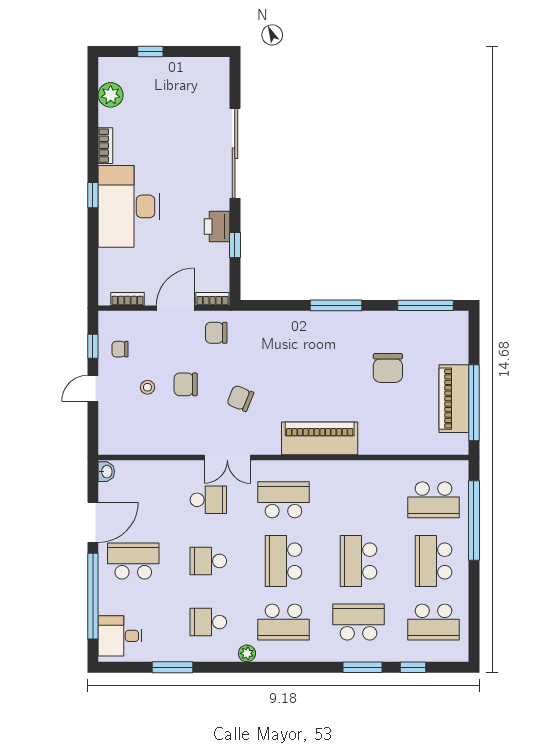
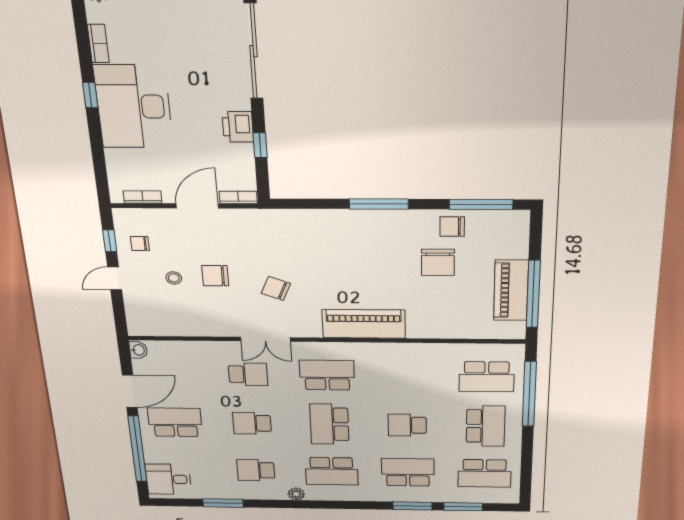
chair: (216, 333) -> (452, 227), moved
school desk: (358, 561) -> (407, 425), width x0.54
school desk: (434, 561) -> (486, 426), turned 180
window: (413, 667) -> (463, 507), width x1.50

